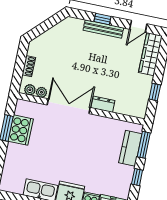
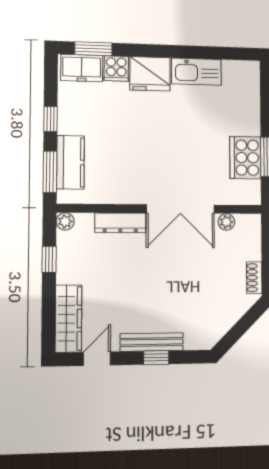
shoe rack: (29, 66) -> (254, 278), moved
plant: (30, 90) -> (65, 221), moved
dresser: (103, 104) -> (120, 223), width x1.44

